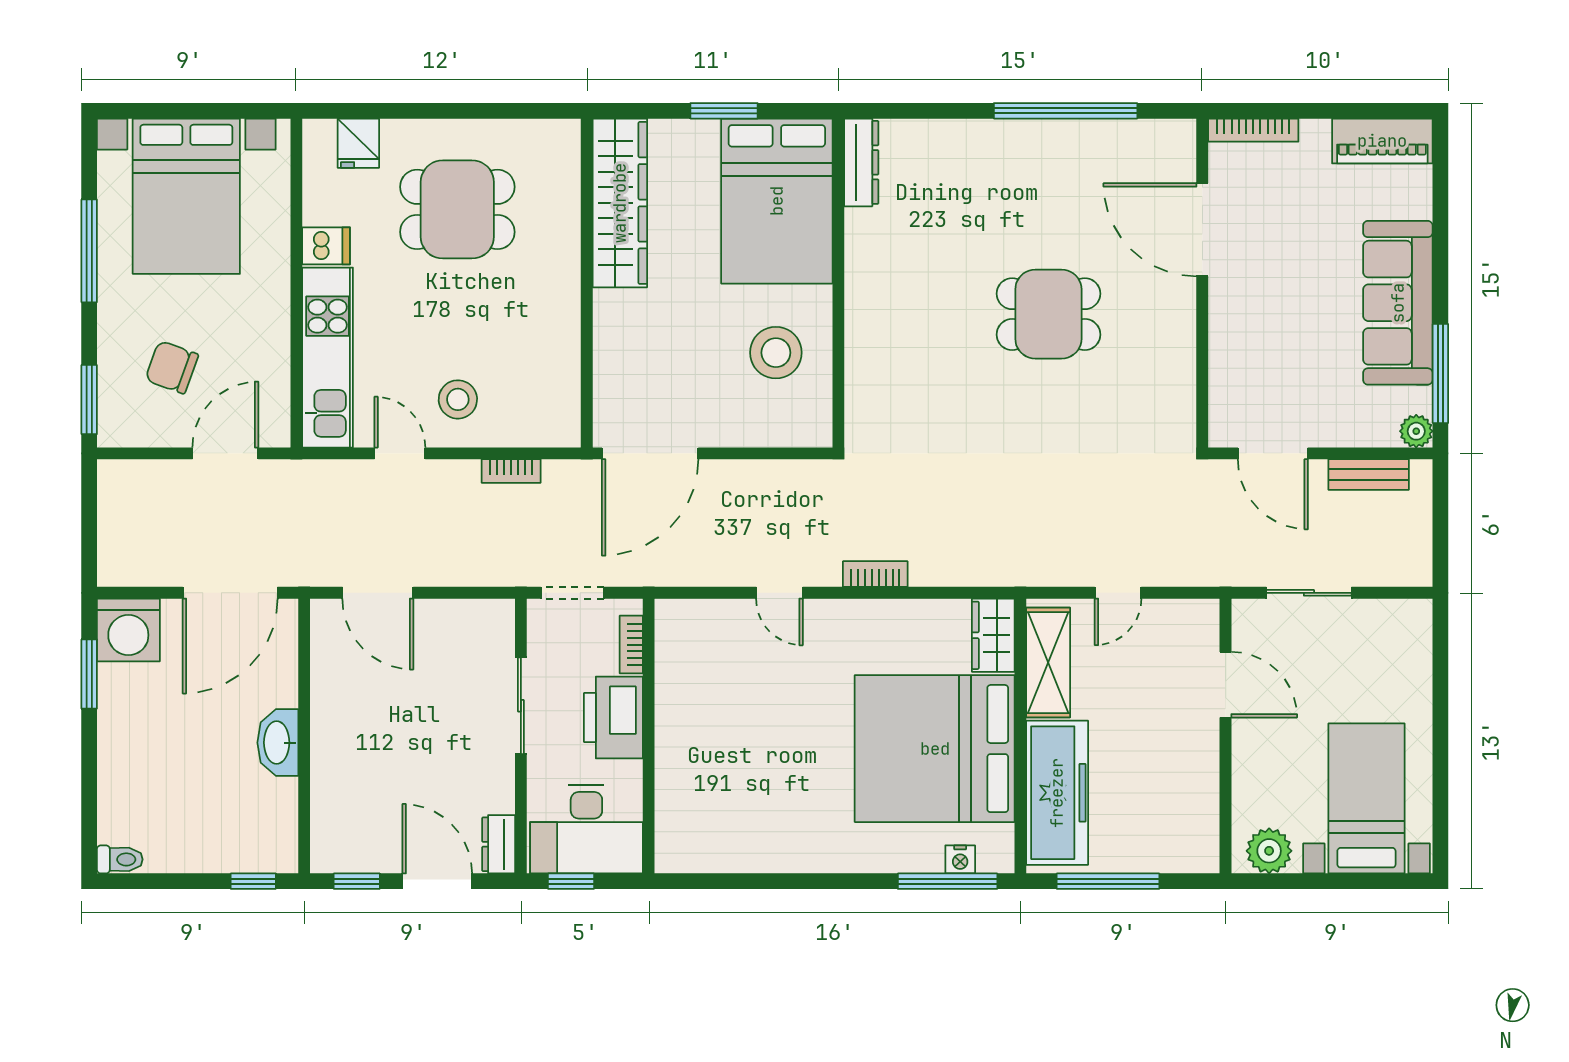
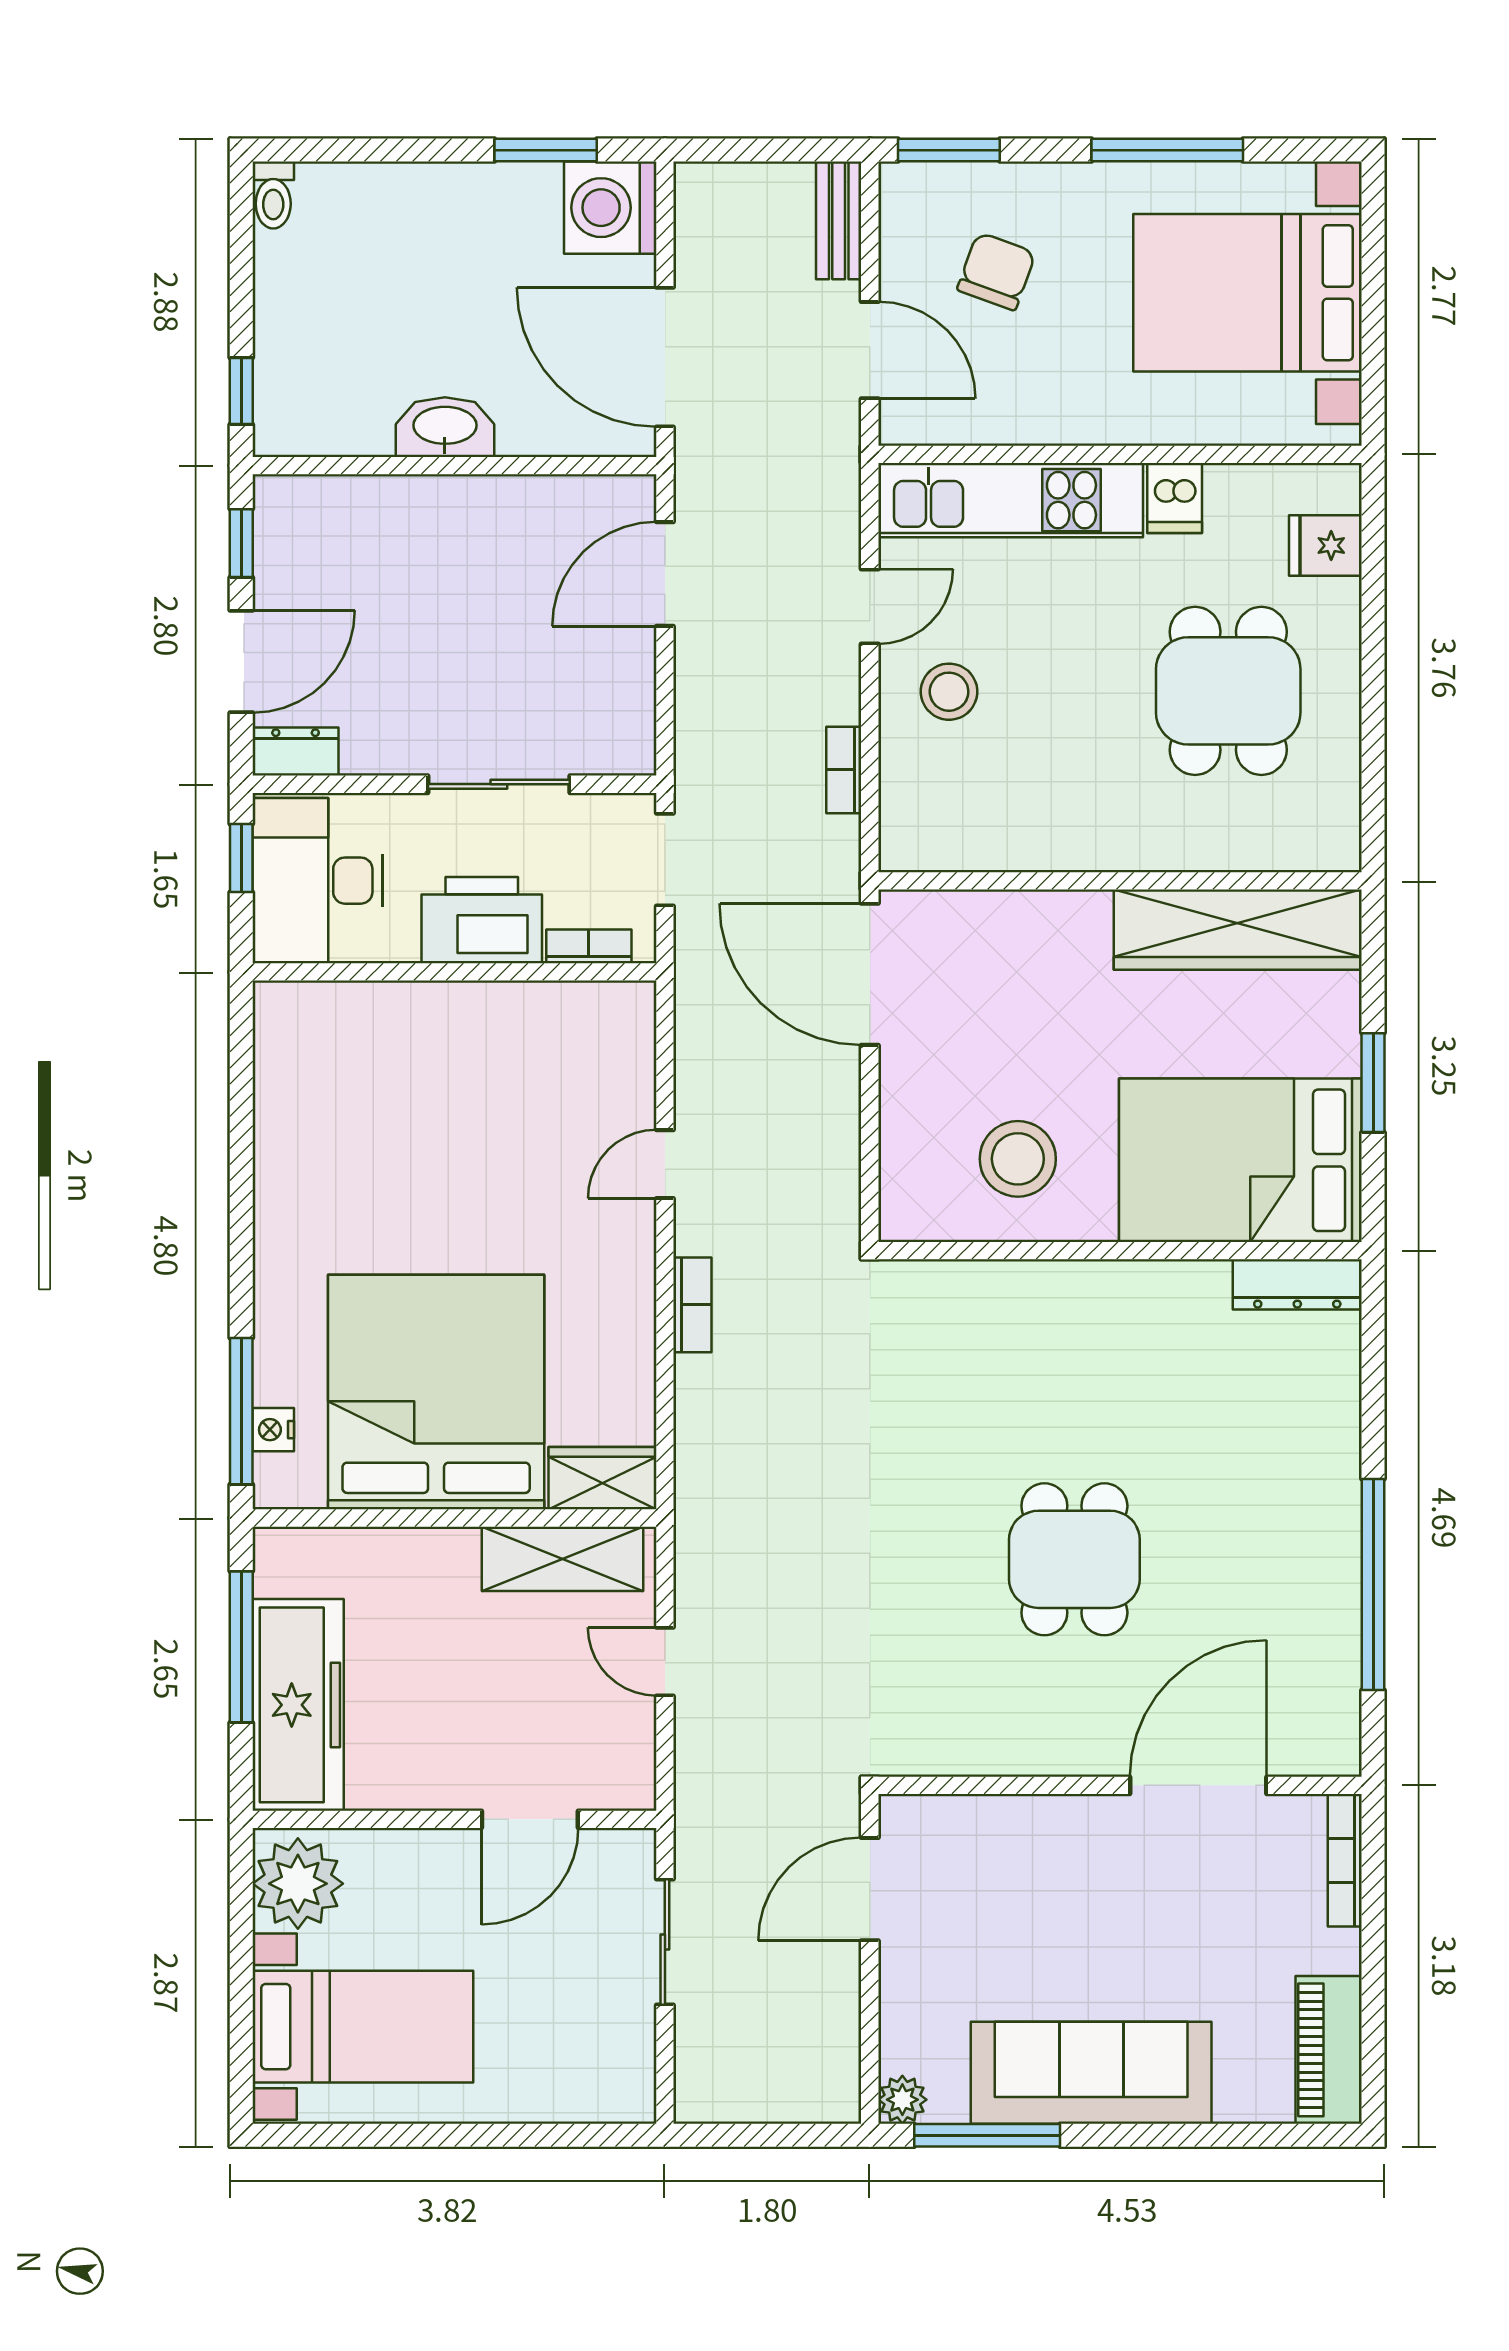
bench: (1369, 475) -> (839, 220), moved
freezer: (1057, 793) -> (298, 1705), moved, turned -90
plant: (1269, 851) -> (298, 1884), width x1.36, depth x1.36

